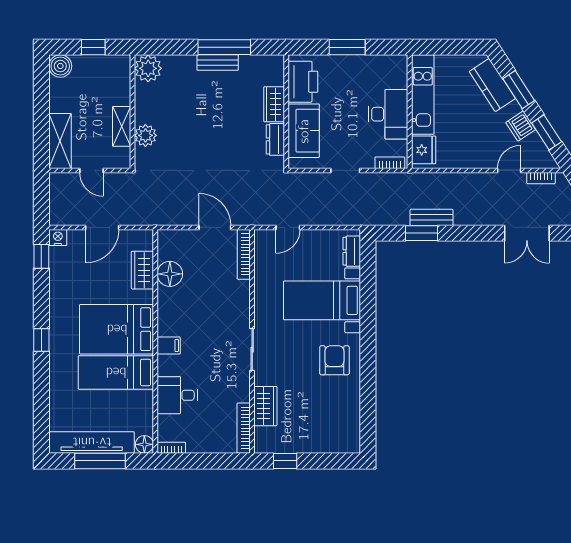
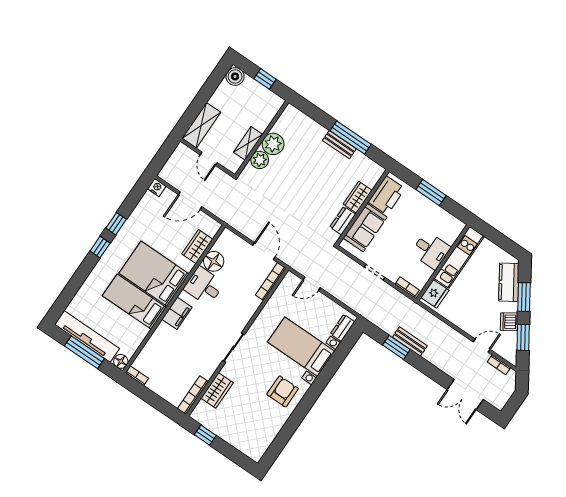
plant: (148, 68) -> (273, 144), moved
desk: (388, 114) -> (431, 250), width x0.73
window: (41, 256) -> (116, 224), moved
filing cabinet: (169, 346) -> (177, 313), width x2.00
desk: (177, 395) -> (204, 286), moved

